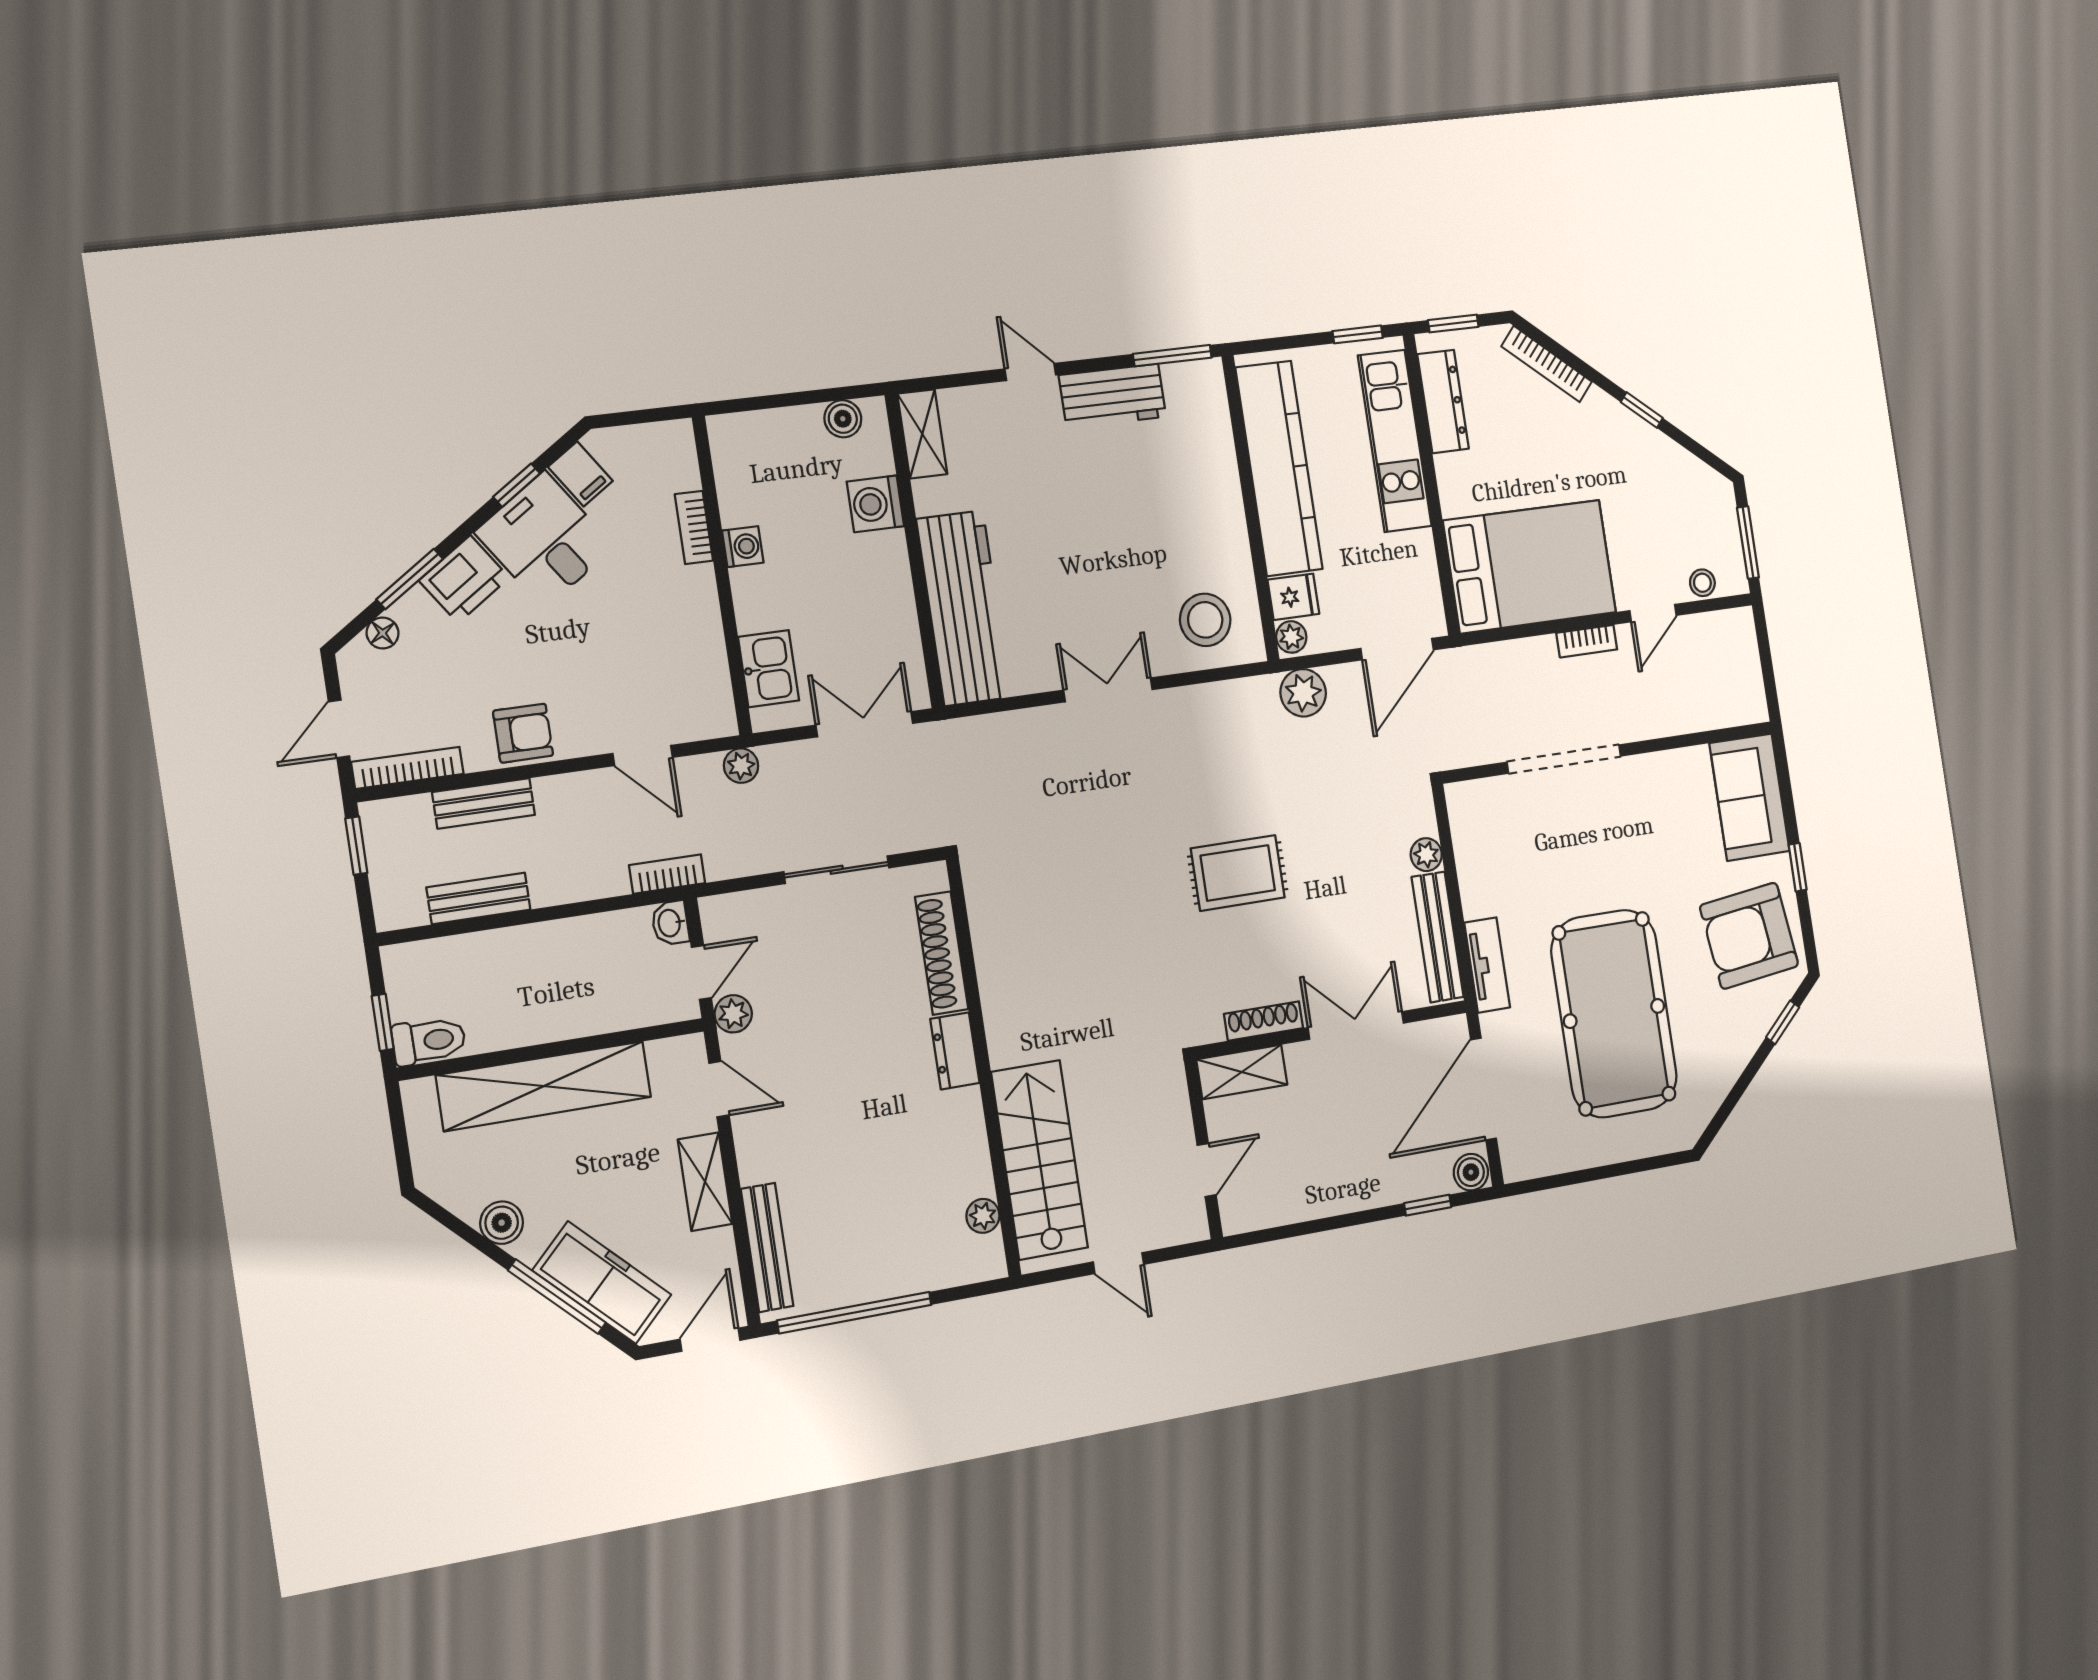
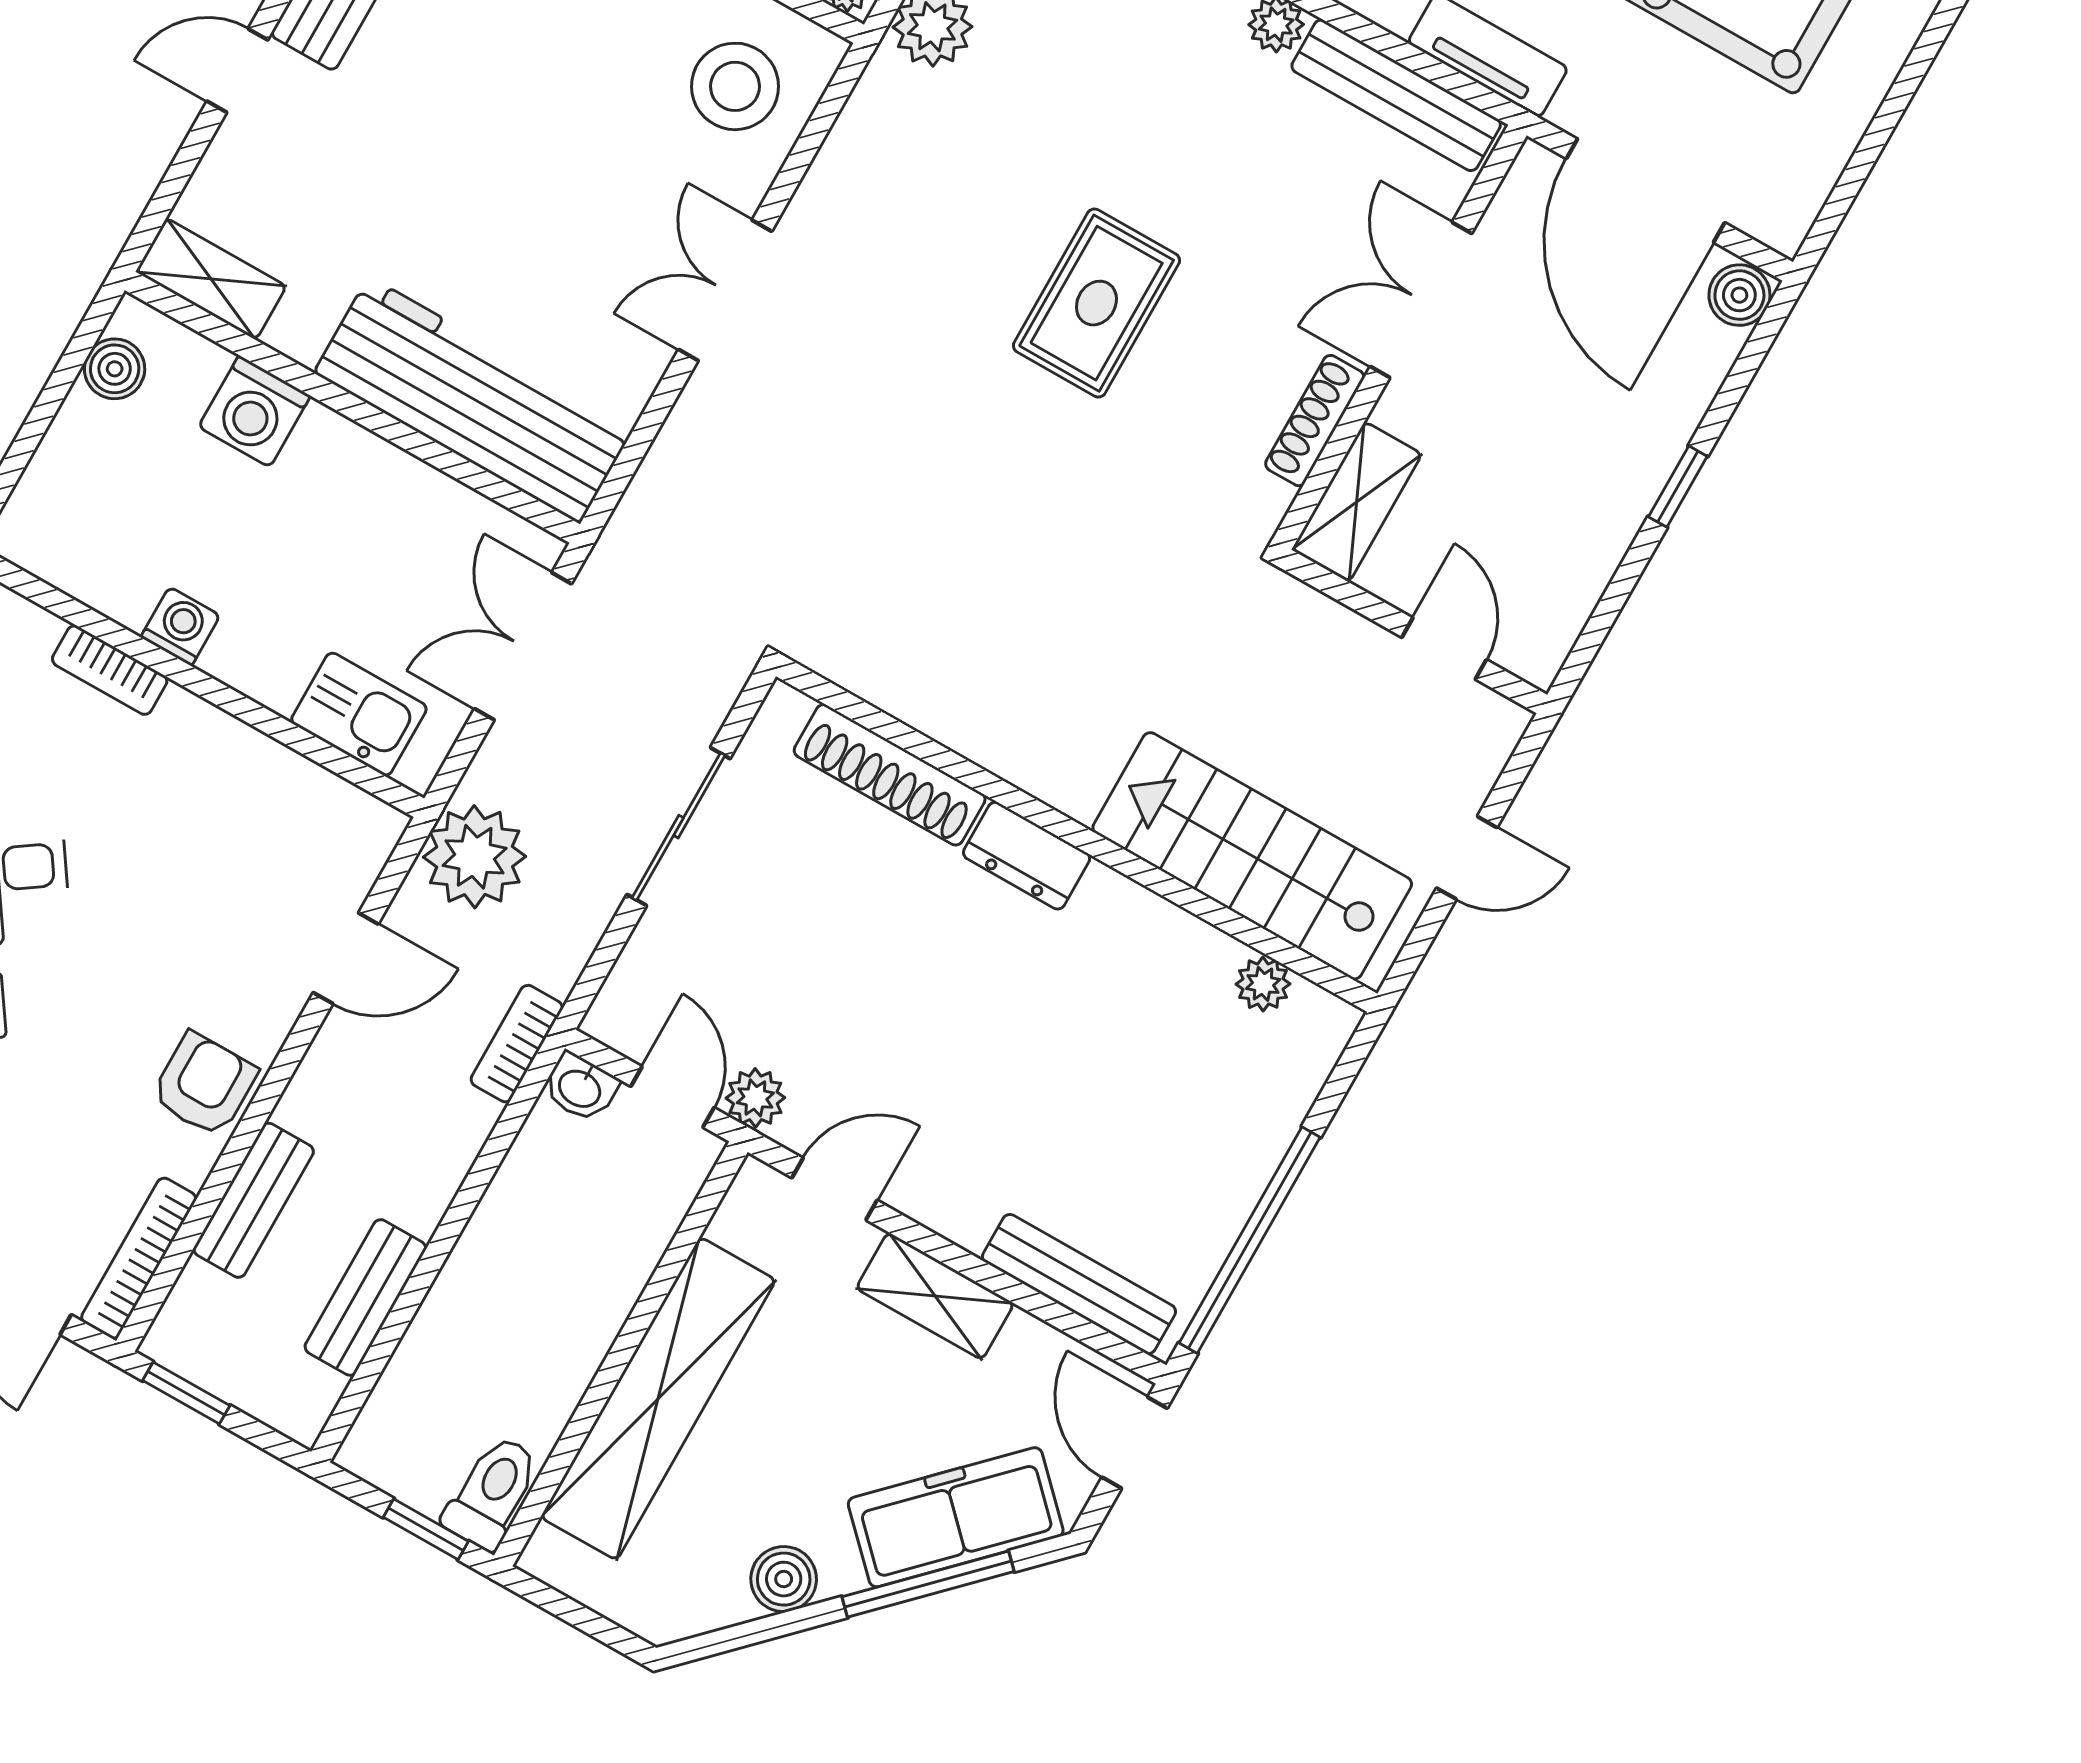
plant: (741, 766) -> (475, 857), width x1.88, depth x1.88
window: (1428, 1205) -> (1678, 487), moved

